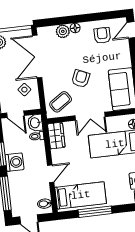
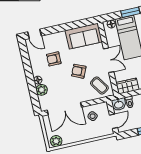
armchair: (102, 35) -> (54, 59), moved

